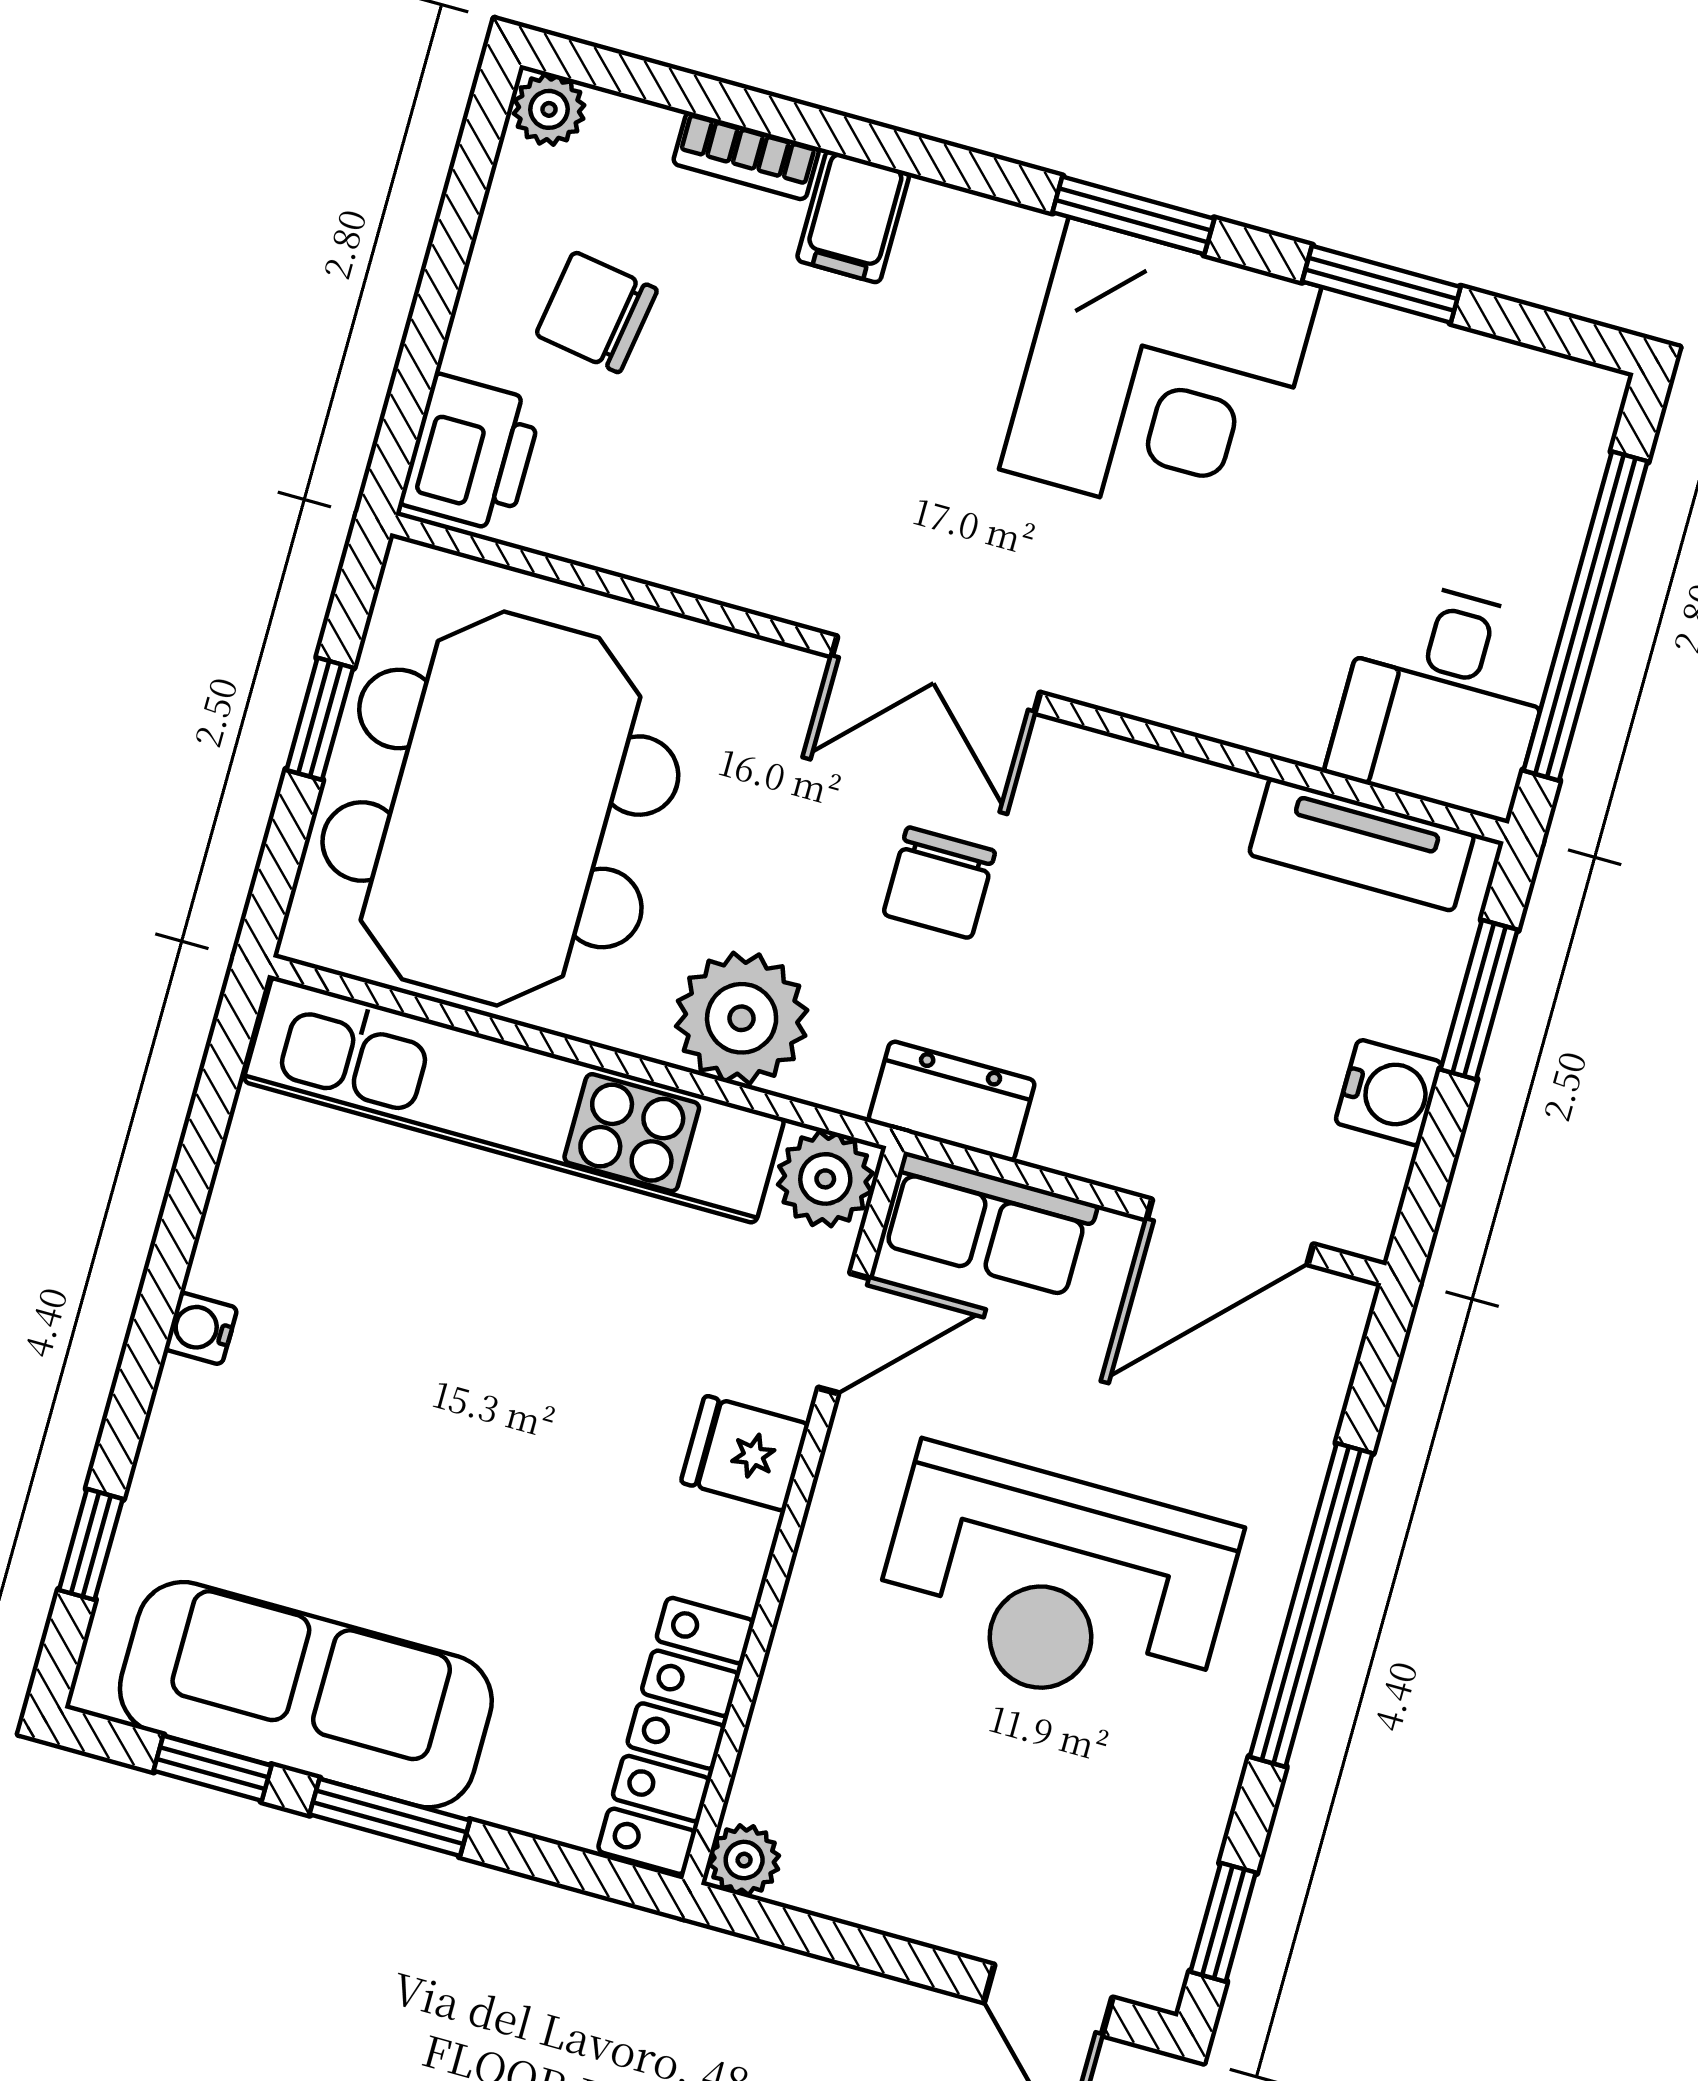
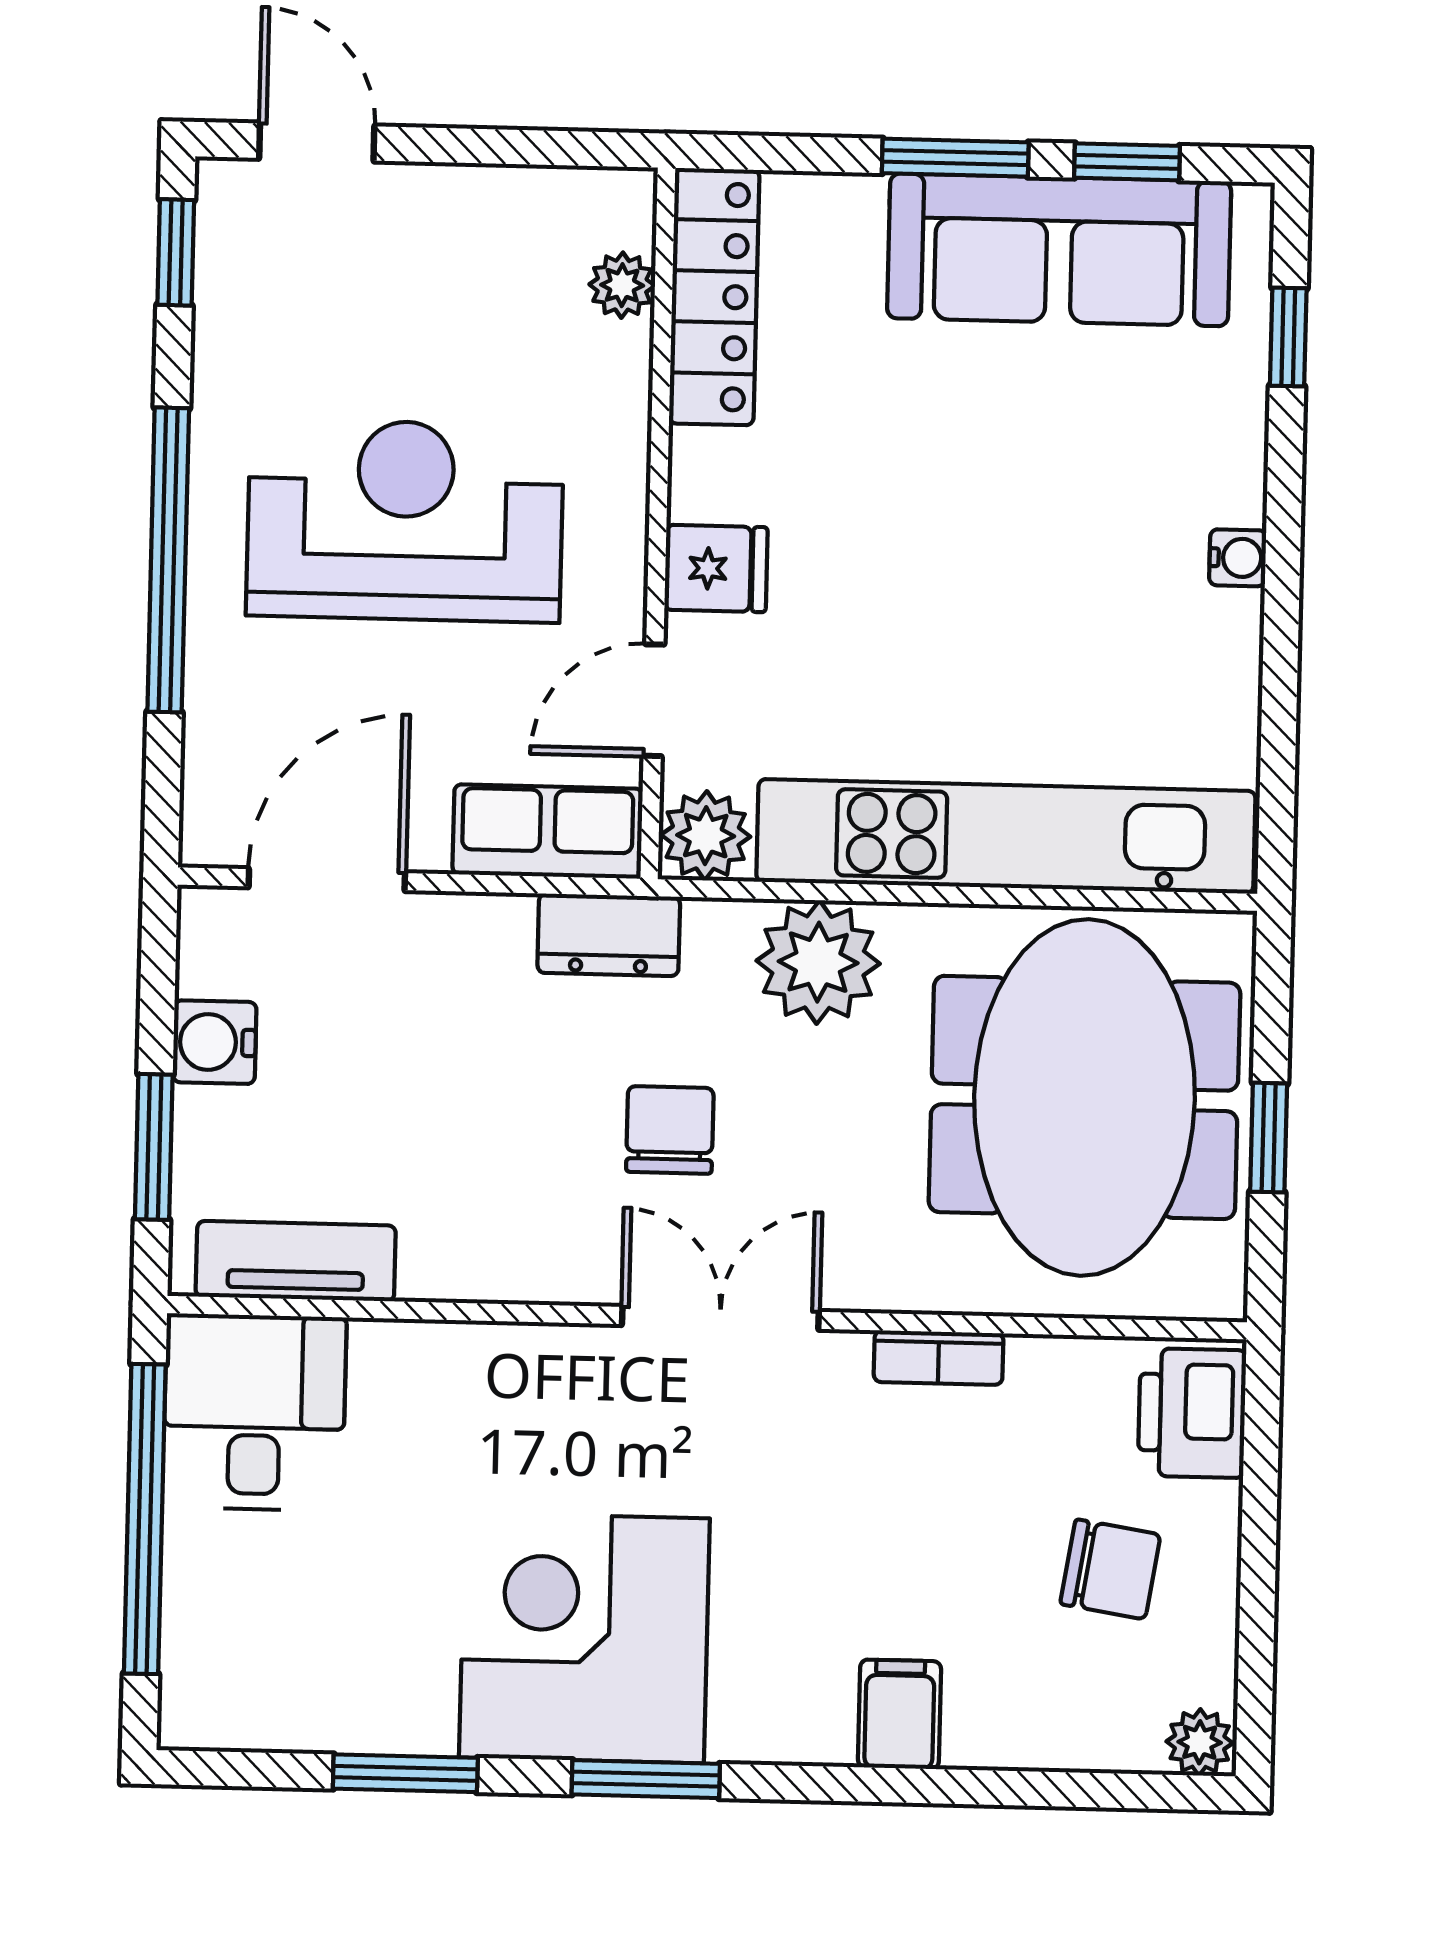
bookcase: (746, 156) -> (939, 1358), moved, turned 180
plant: (744, 1860) -> (622, 285), moved

